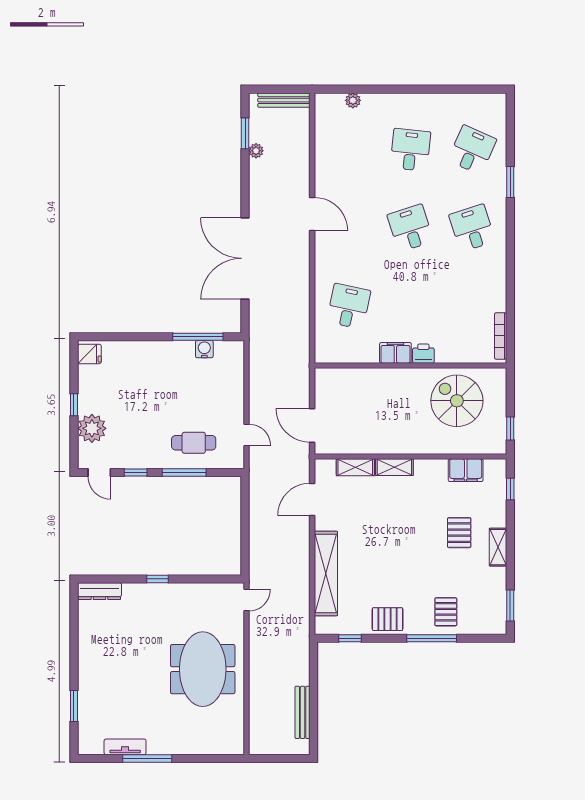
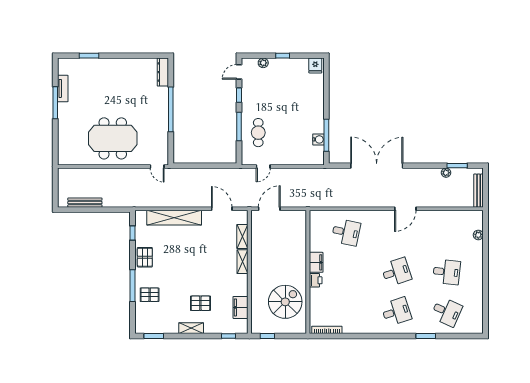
plant: (92, 428) -> (263, 63), width x0.53, depth x0.53
window: (157, 579) -> (171, 109), width x3.17

